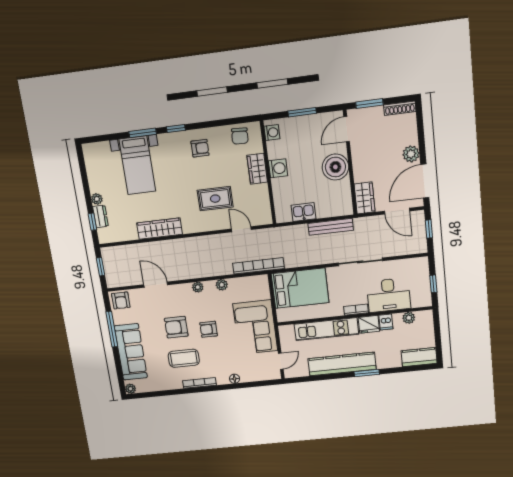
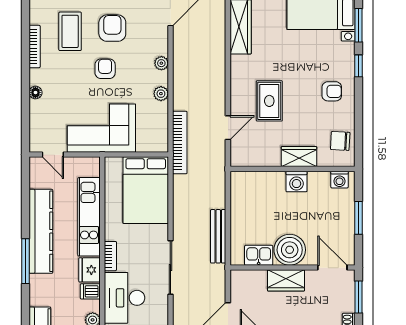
armchair: (200, 148) -> (332, 91), turned -90
wardrobe: (365, 198) -> (286, 280), moved
kitchen sink: (303, 212) -> (259, 255), moved, turned -90
window: (367, 373) -> (26, 261), width x1.44

